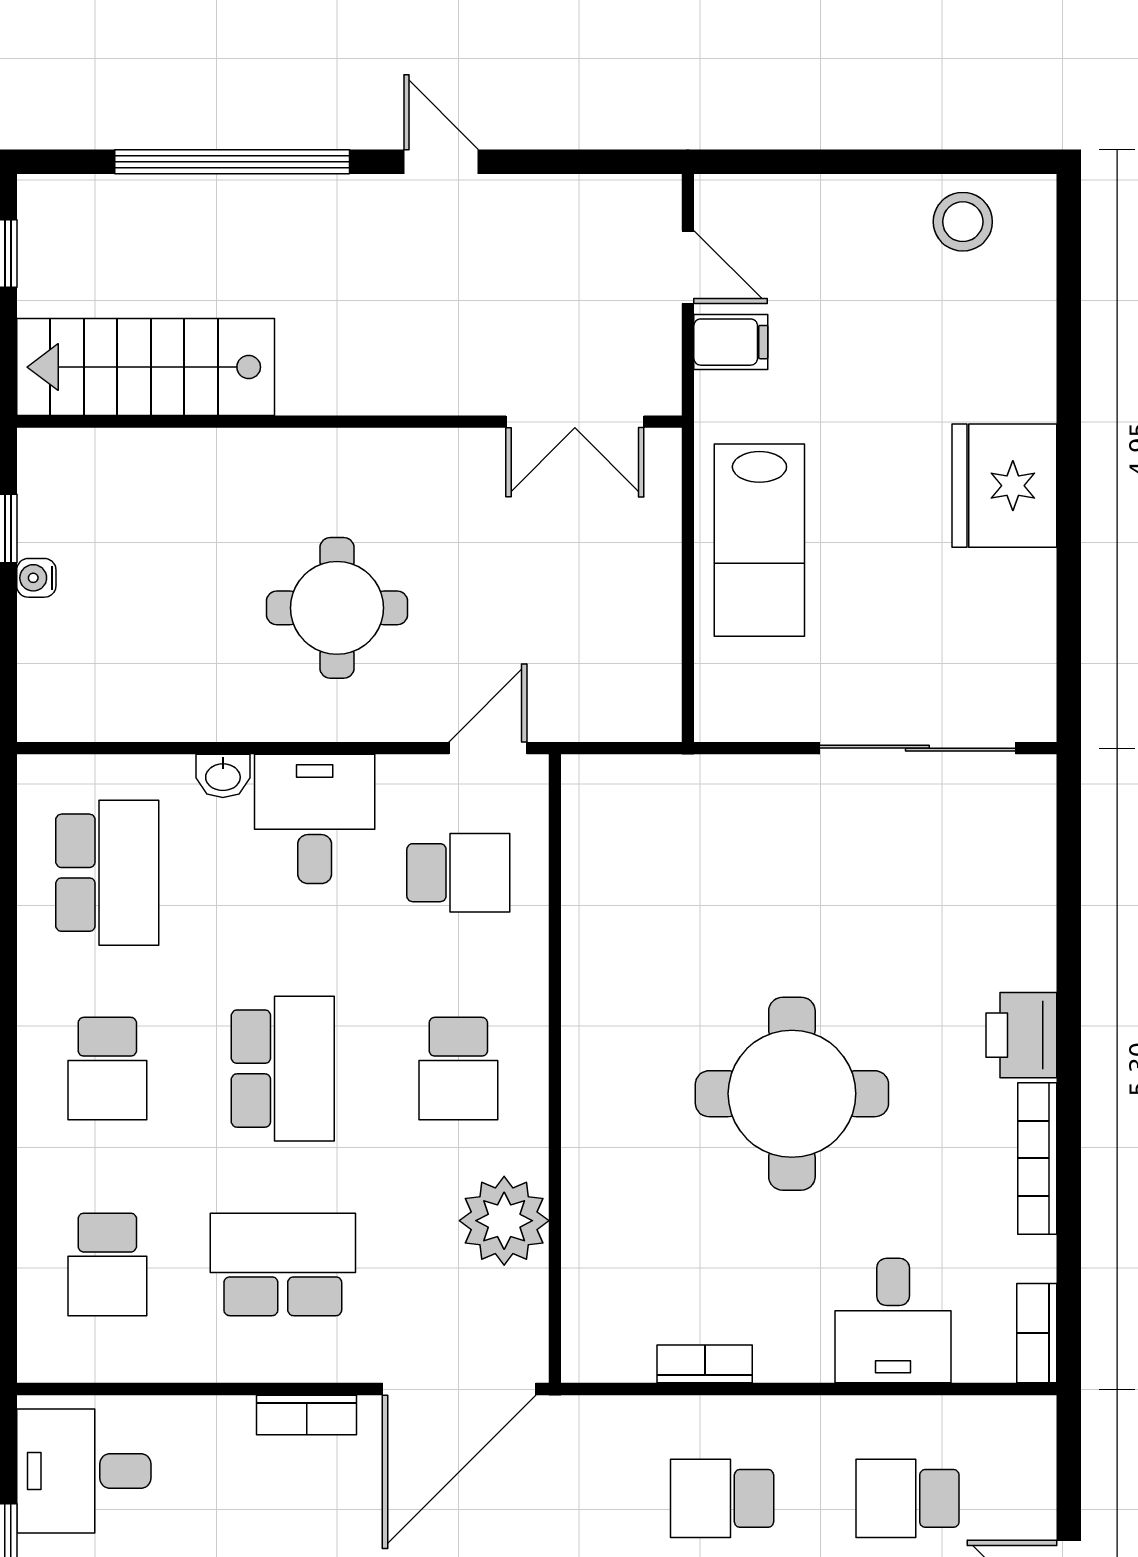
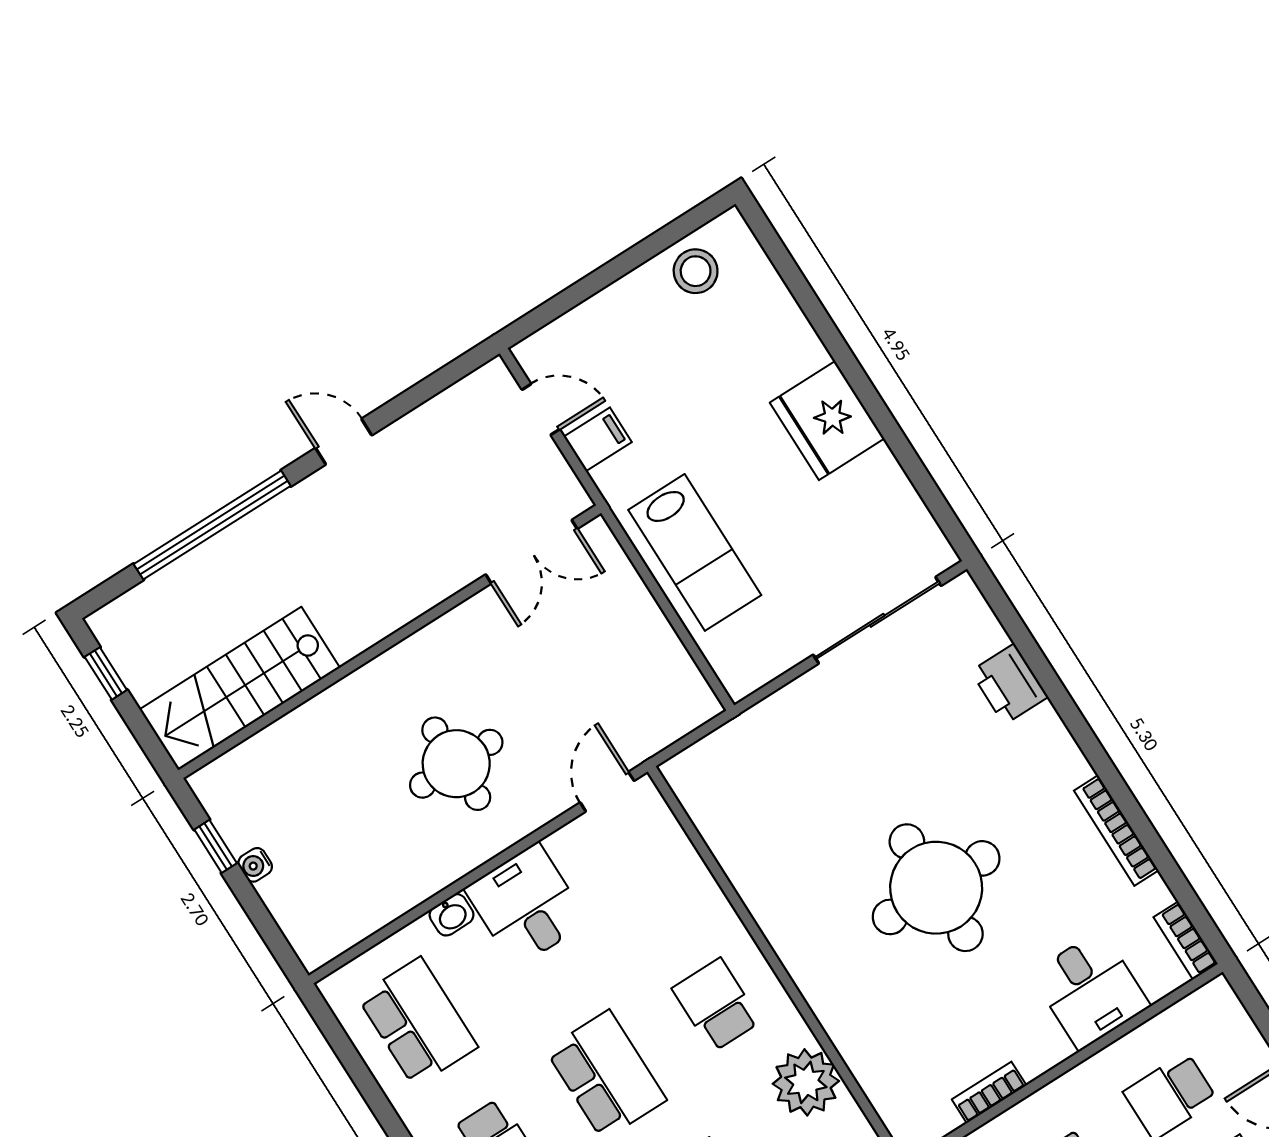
school desk: (458, 873) -> (638, 882), removed
printer: (1021, 1035) -> (1009, 684), moved
school desk: (458, 1069) -> (716, 1005), turned 180

